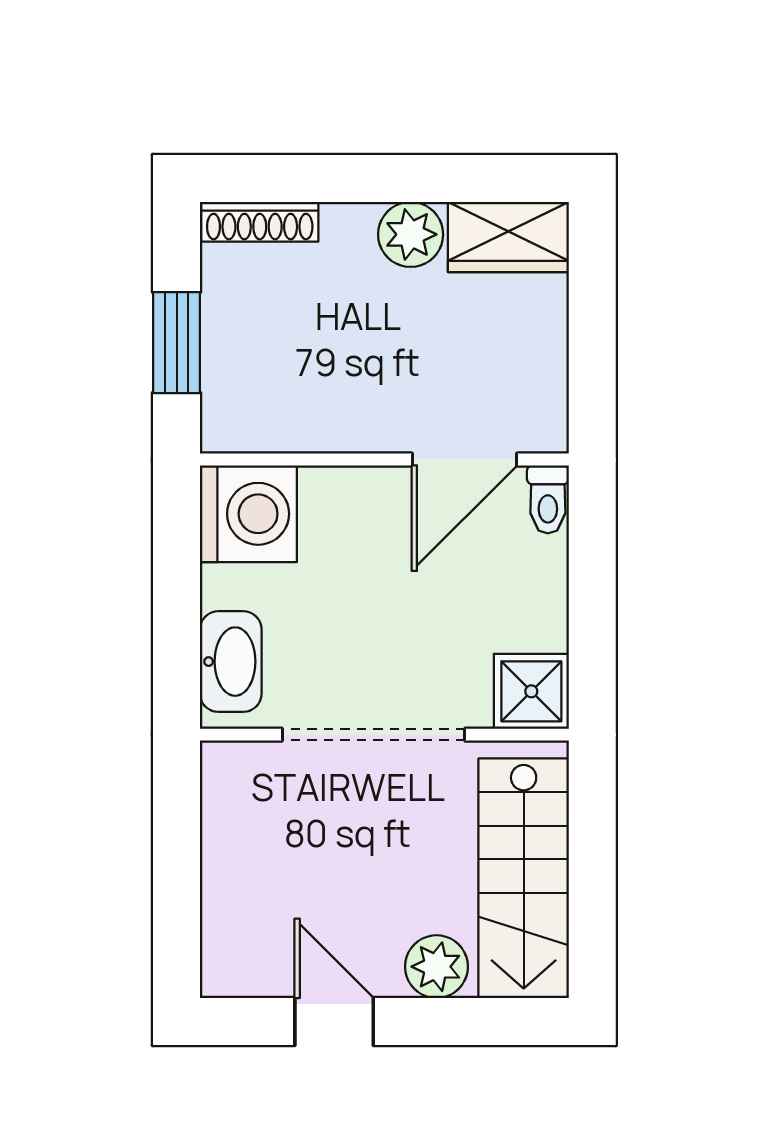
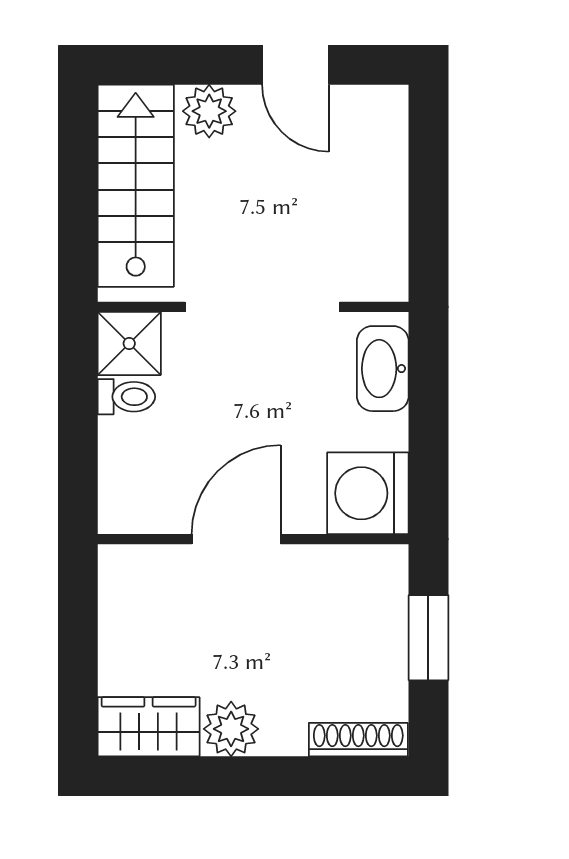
door: (464, 459) -> (236, 539), moved
toilet: (548, 499) -> (126, 397), moved, turned 90

